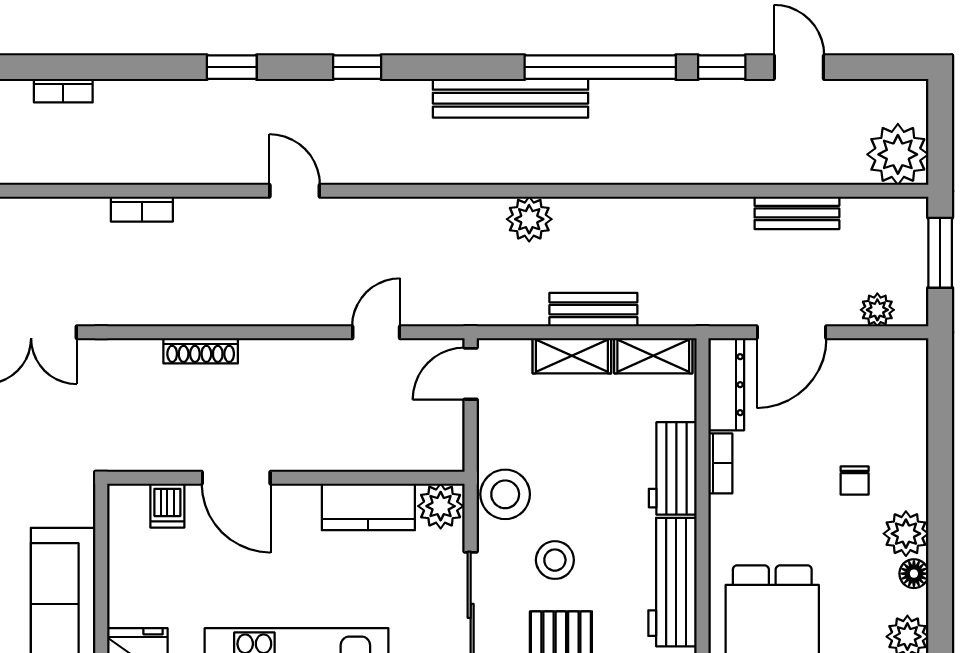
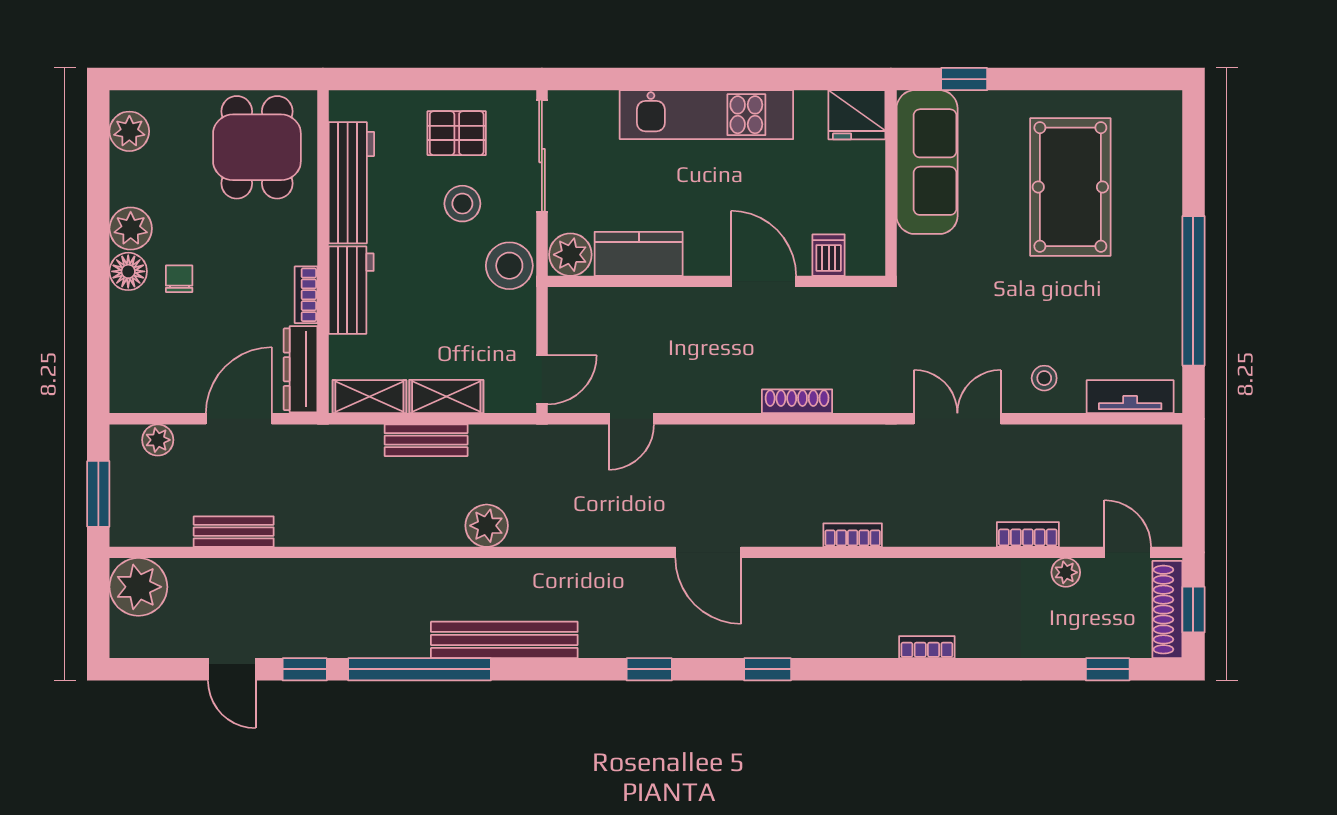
door: (295, 191) -> (708, 552), width x1.38
floor lamp: (914, 574) -> (128, 271), moved, width x1.37, depth x1.37

